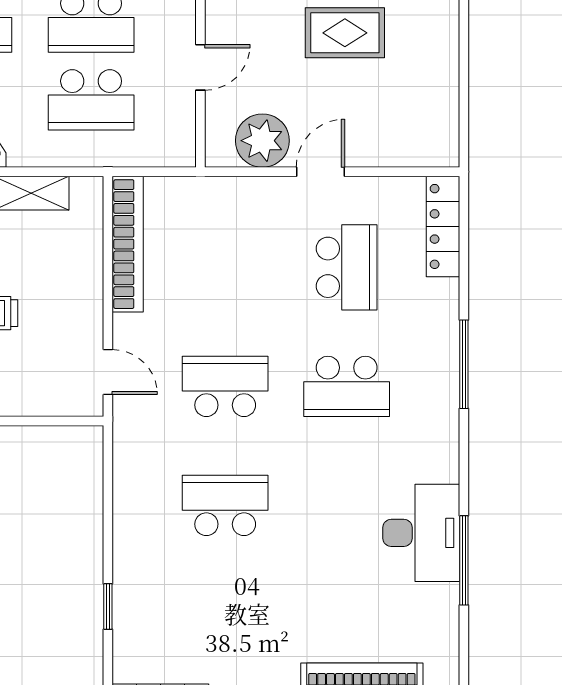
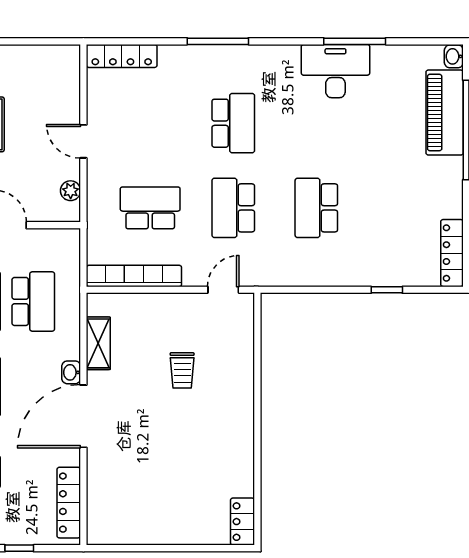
plant: (262, 141) -> (71, 191), width x0.53, depth x0.53
school desk: (347, 267) -> (150, 208), moved

